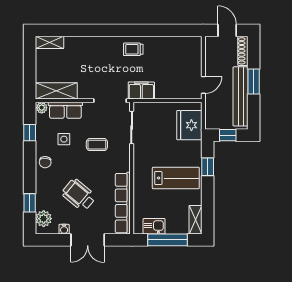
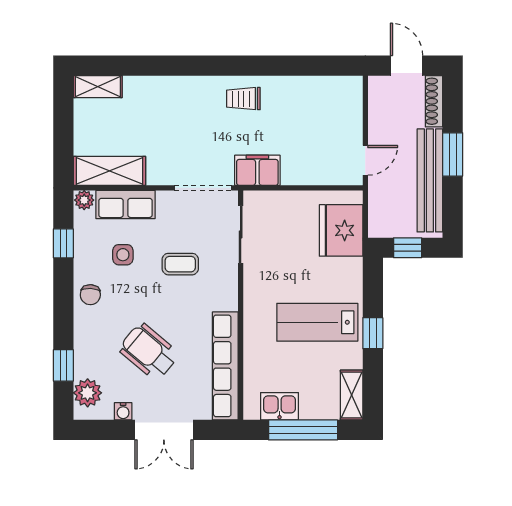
window: (208, 167) -> (373, 333), moved
lab bench: (176, 178) -> (317, 322), turned 180

